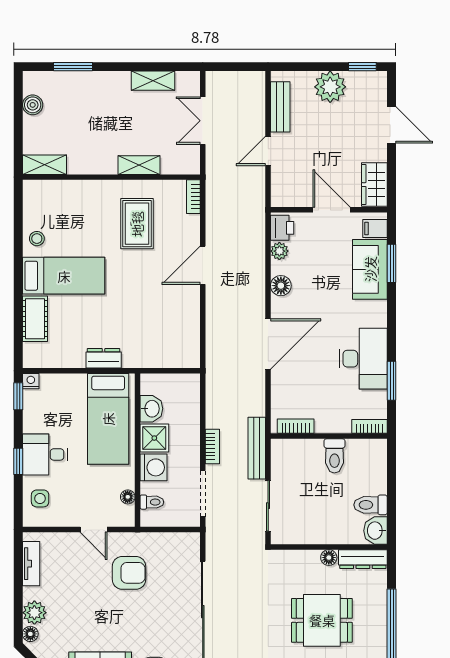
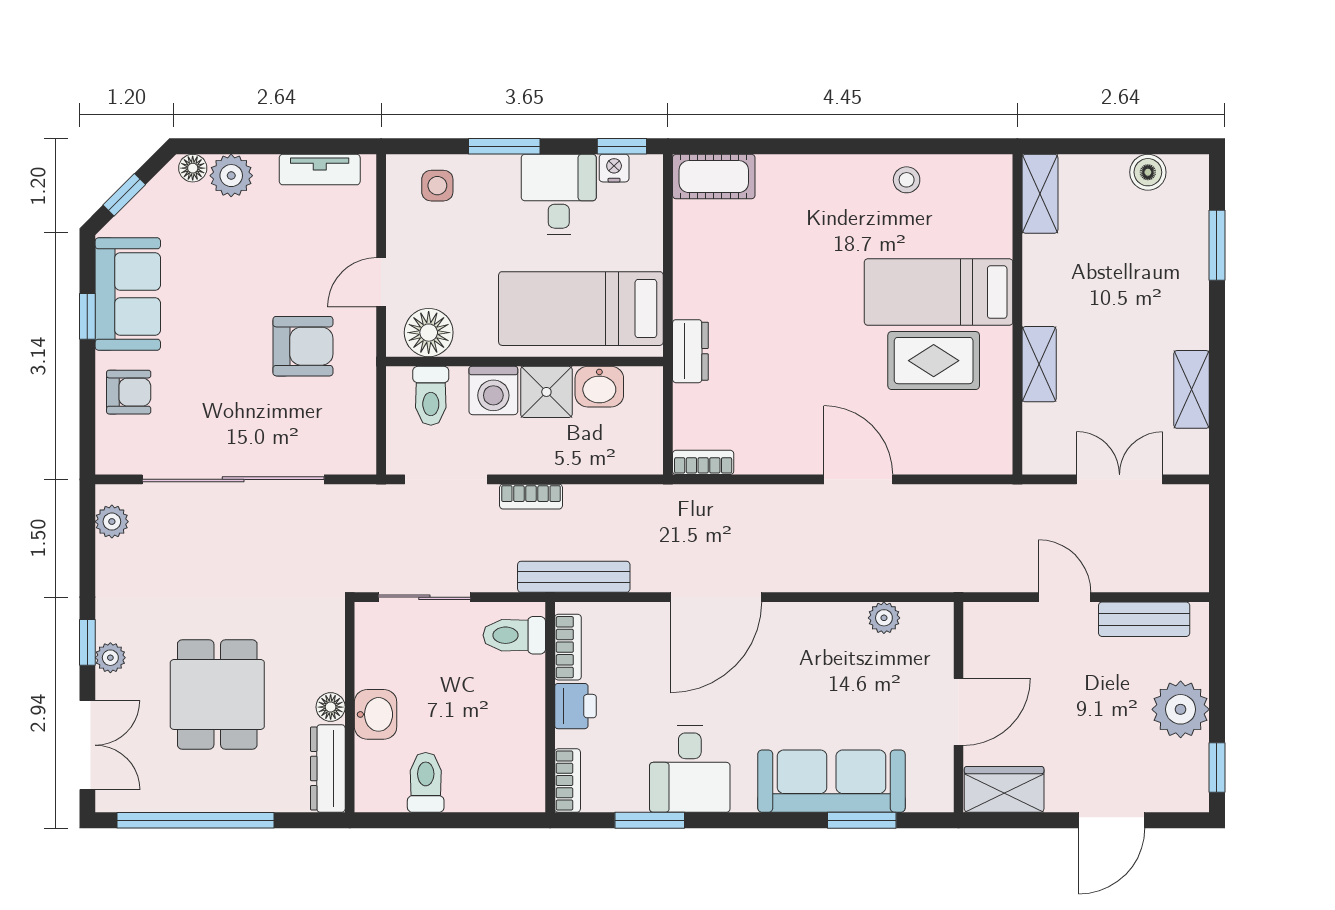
bookcase: (193, 197) -> (703, 462), moved
printer: (282, 228) -> (576, 706), moved, turned -90
filing cabinet: (375, 229) -> (925, 790), removed
sofa: (370, 269) -> (831, 781), width x1.36
bed: (64, 276) -> (939, 292), moved, turned 90
floor lamp: (281, 286) -> (822, 620), removed
cot: (35, 319) -> (714, 177), moved
door: (268, 344) -> (716, 597), hinge flipped
dresser: (104, 358) -> (690, 351), moved
desk: (363, 359) -> (690, 769), width x0.73
nightstand: (31, 381) -> (614, 168), moved, turned -90
bench: (257, 448) -> (574, 577), moved
desk: (45, 454) -> (559, 194), moved
toilet: (334, 456) -> (514, 635), moved
window: (18, 461) -> (504, 146), width x1.50
floor lamp: (128, 497) -> (429, 333), width x1.89, depth x1.89
toilet: (152, 502) -> (431, 396), width x1.37, depth x1.39
washbasin: (376, 531) -> (376, 714), moved, turned 90
armchair: (129, 573) -> (303, 346), turned -90

